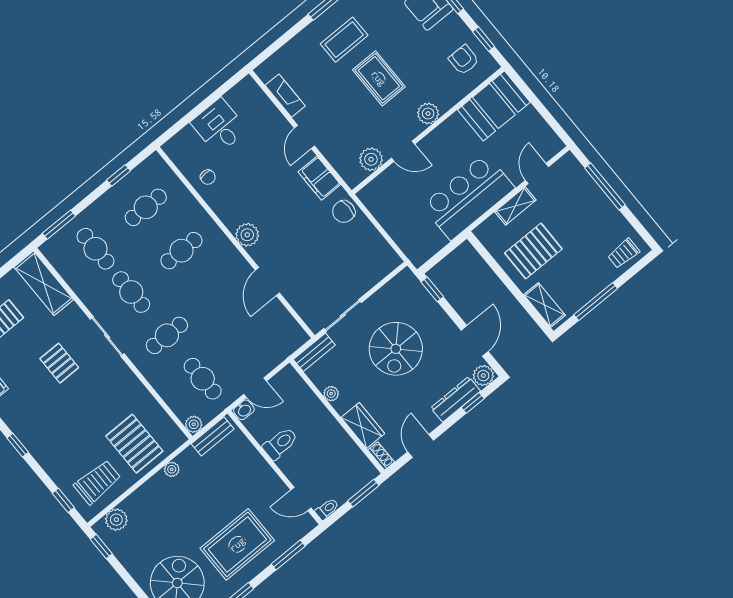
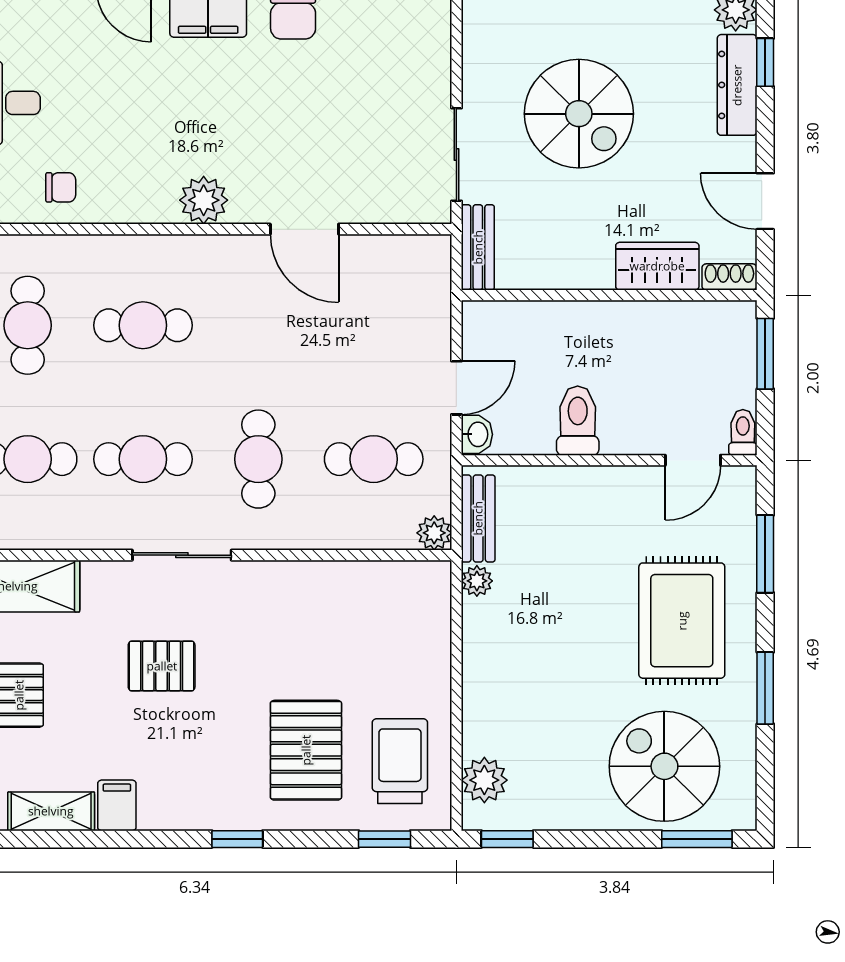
cafe table: (181, 251) -> (143, 325), turned 90
plant: (331, 394) -> (565, 275), removed
pallet: (134, 444) -> (306, 750), moved, turned 90
plant: (172, 469) -> (477, 581), moved

